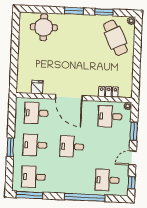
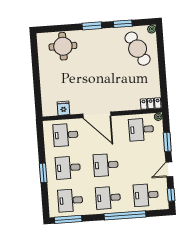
locker: (108, 92) -> (151, 104), moved
desk: (70, 178) -> (108, 198), added

